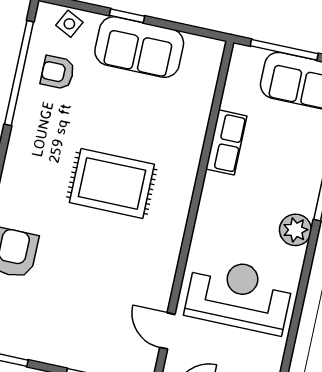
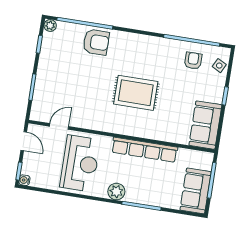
sofa: (139, 47) -> (205, 125), moved
row of seats: (226, 142) -> (145, 150), width x2.02
rug: (112, 183) -> (136, 93), turned 90

